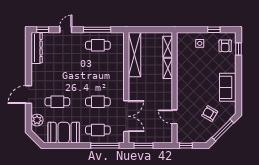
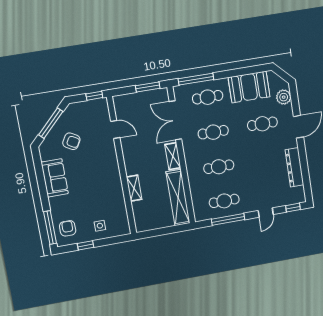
shelving: (168, 47) -> (173, 156), moved
dresser: (37, 48) -> (294, 167), moved
window: (238, 49) -> (50, 228), width x2.17
cafe table: (98, 74) -> (219, 167), added

